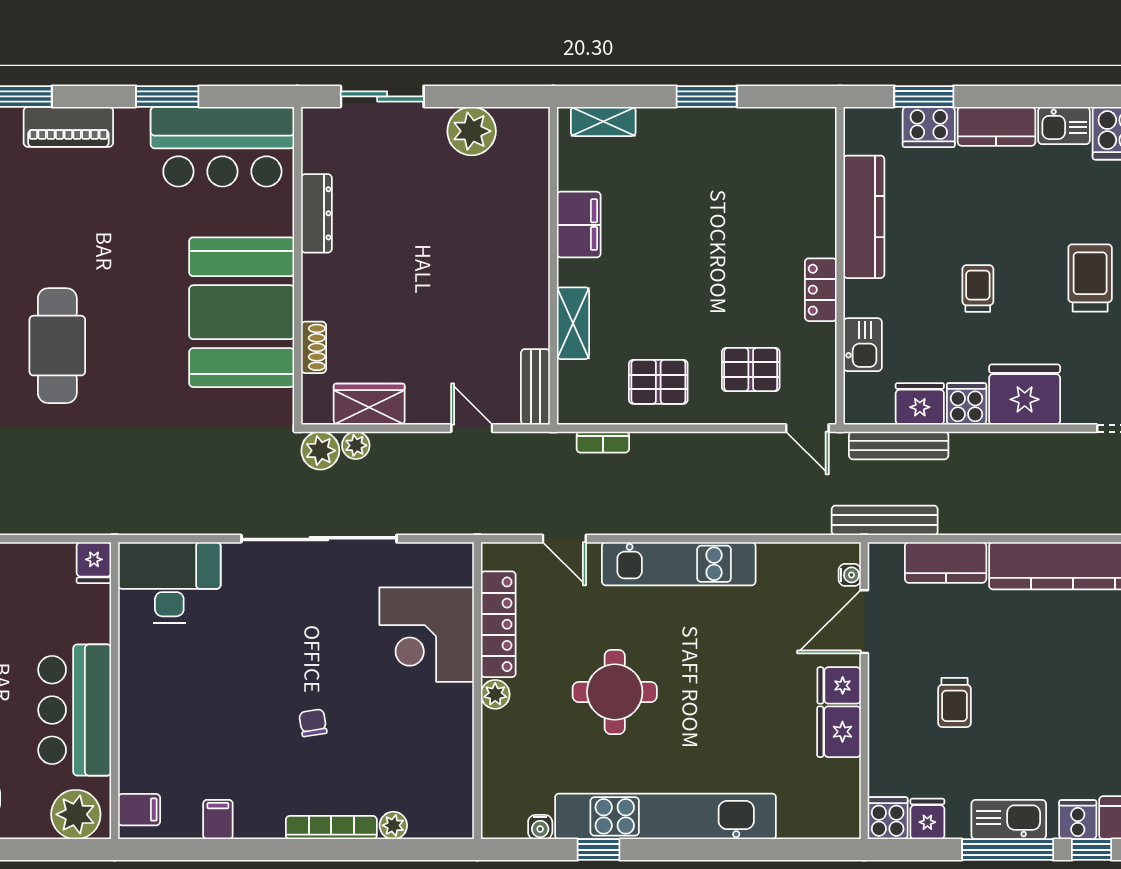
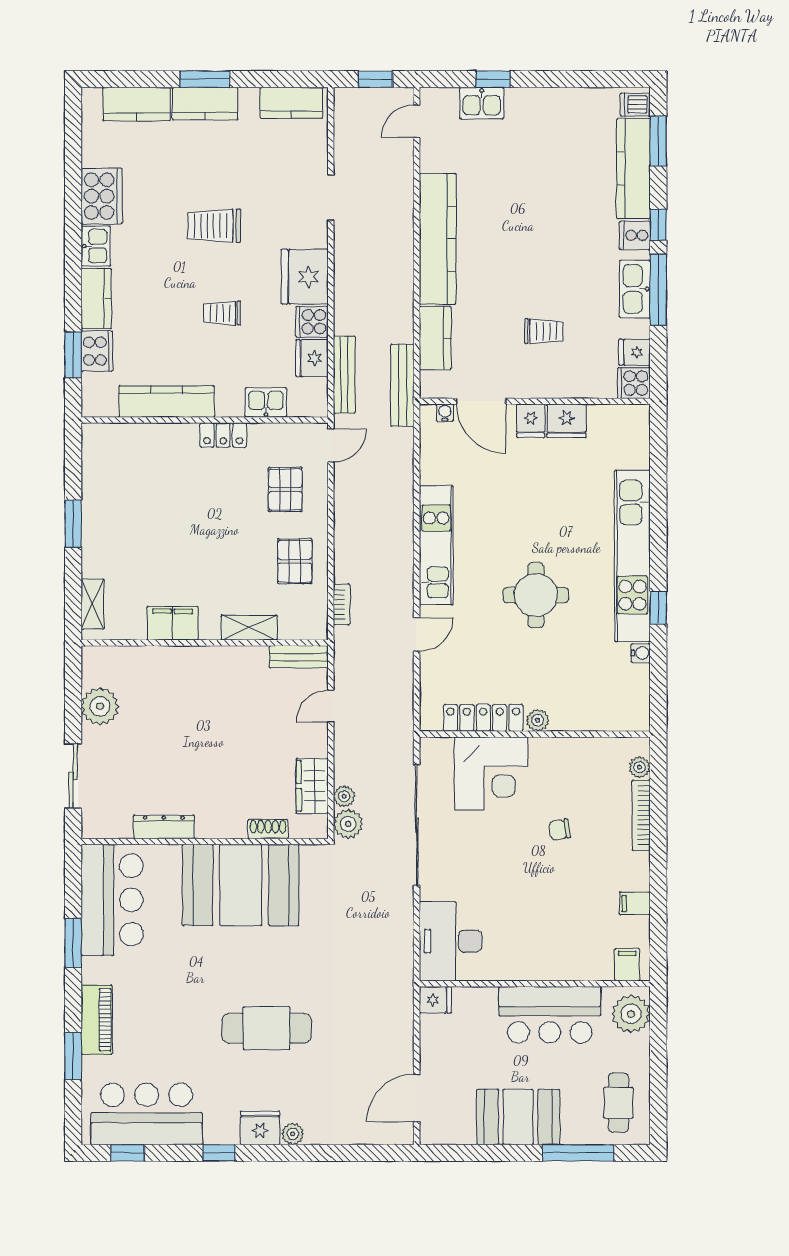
locker: (498, 624) -> (483, 718), moved
corner desk: (427, 635) -> (491, 773), moved
wall: (477, 691) -> (535, 734), moved
plant: (495, 694) -> (538, 720), moved

